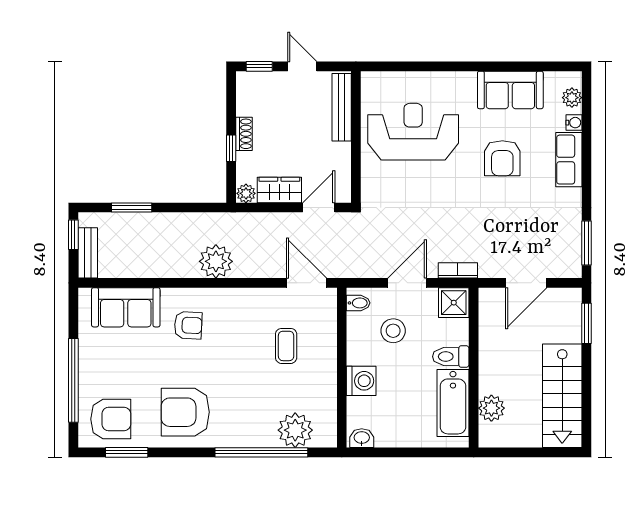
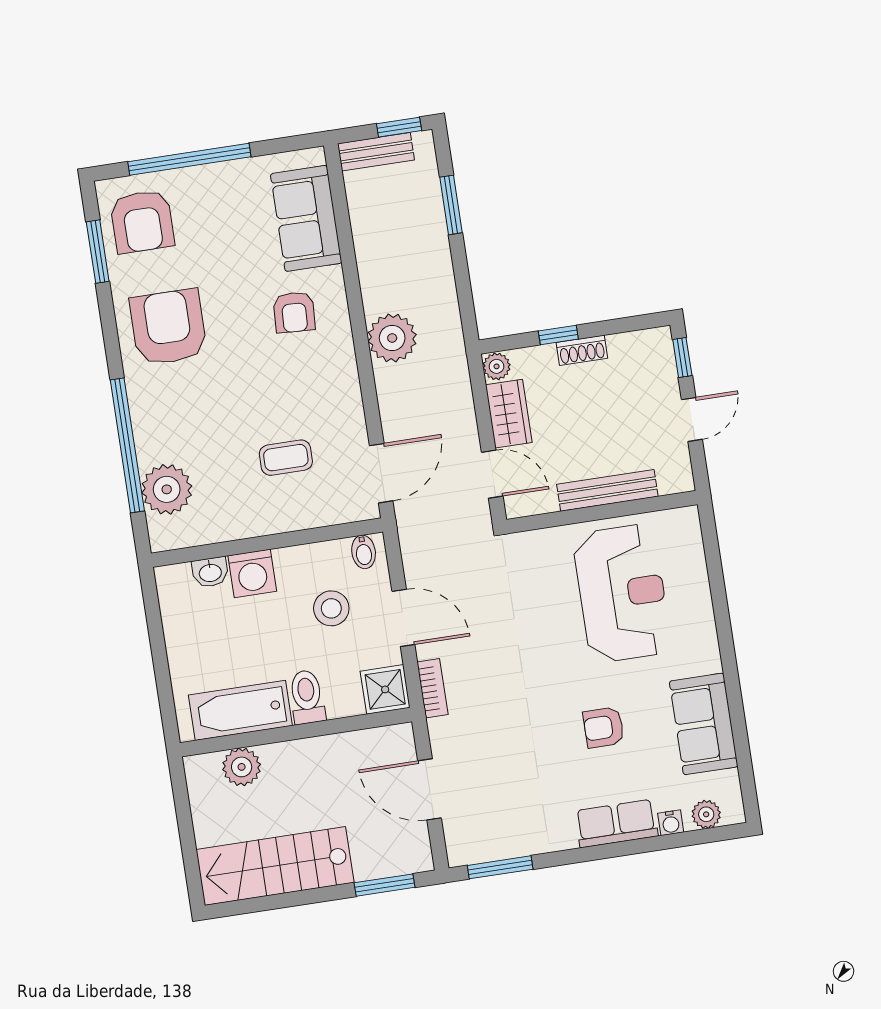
bench: (342, 107) -> (607, 490), moved
armchair: (502, 158) -> (604, 727), width x0.72, depth x0.72
washbasin: (362, 438) -> (210, 572), moved, turned 90

